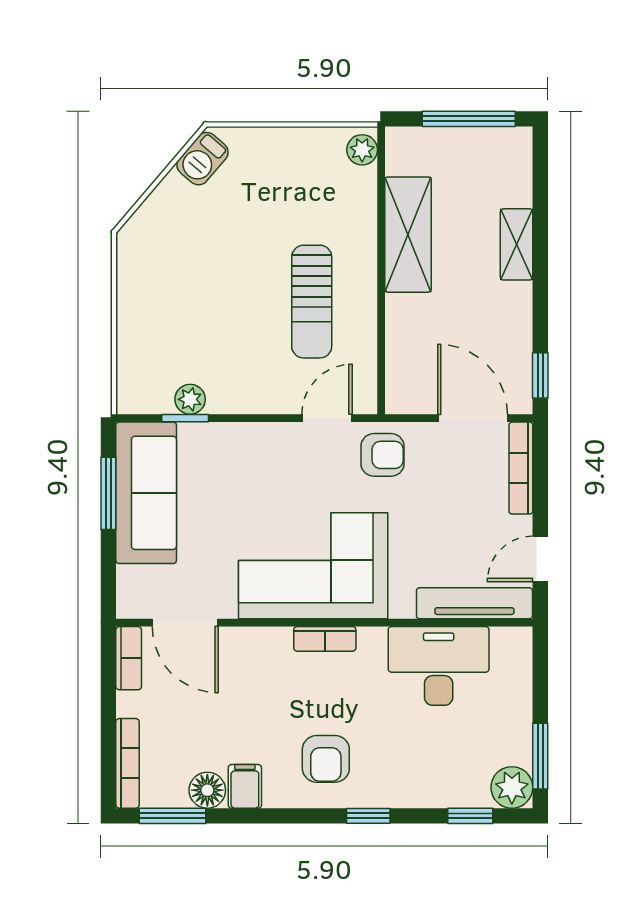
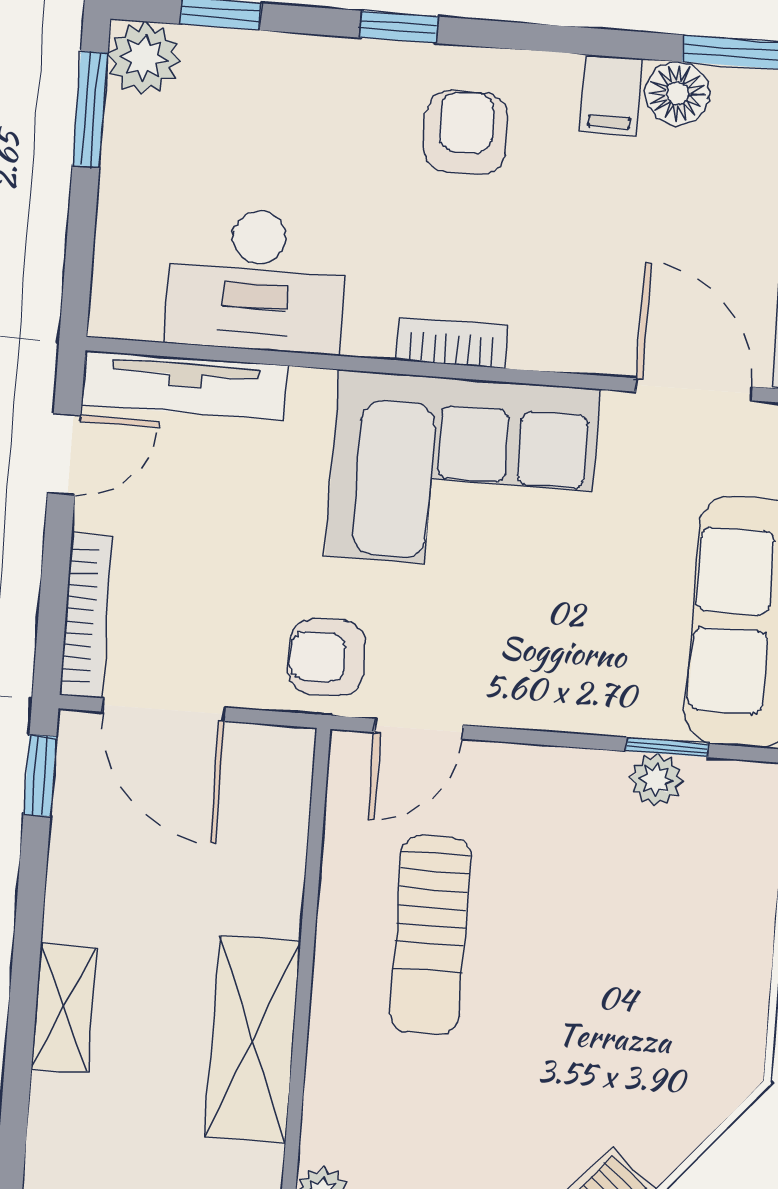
sun lounger: (312, 302) -> (430, 935), turned 180

